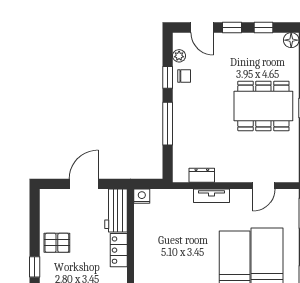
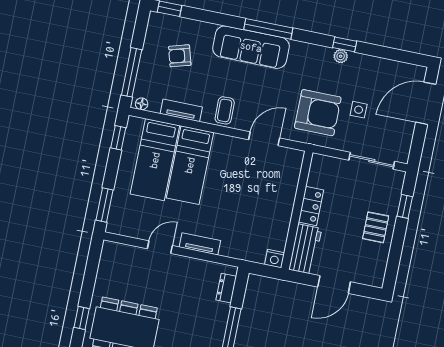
dresser: (202, 175) -> (226, 288), moved, turned 90
door: (264, 186) -> (160, 247), moved
pallet: (57, 243) -> (376, 227), turned 90

